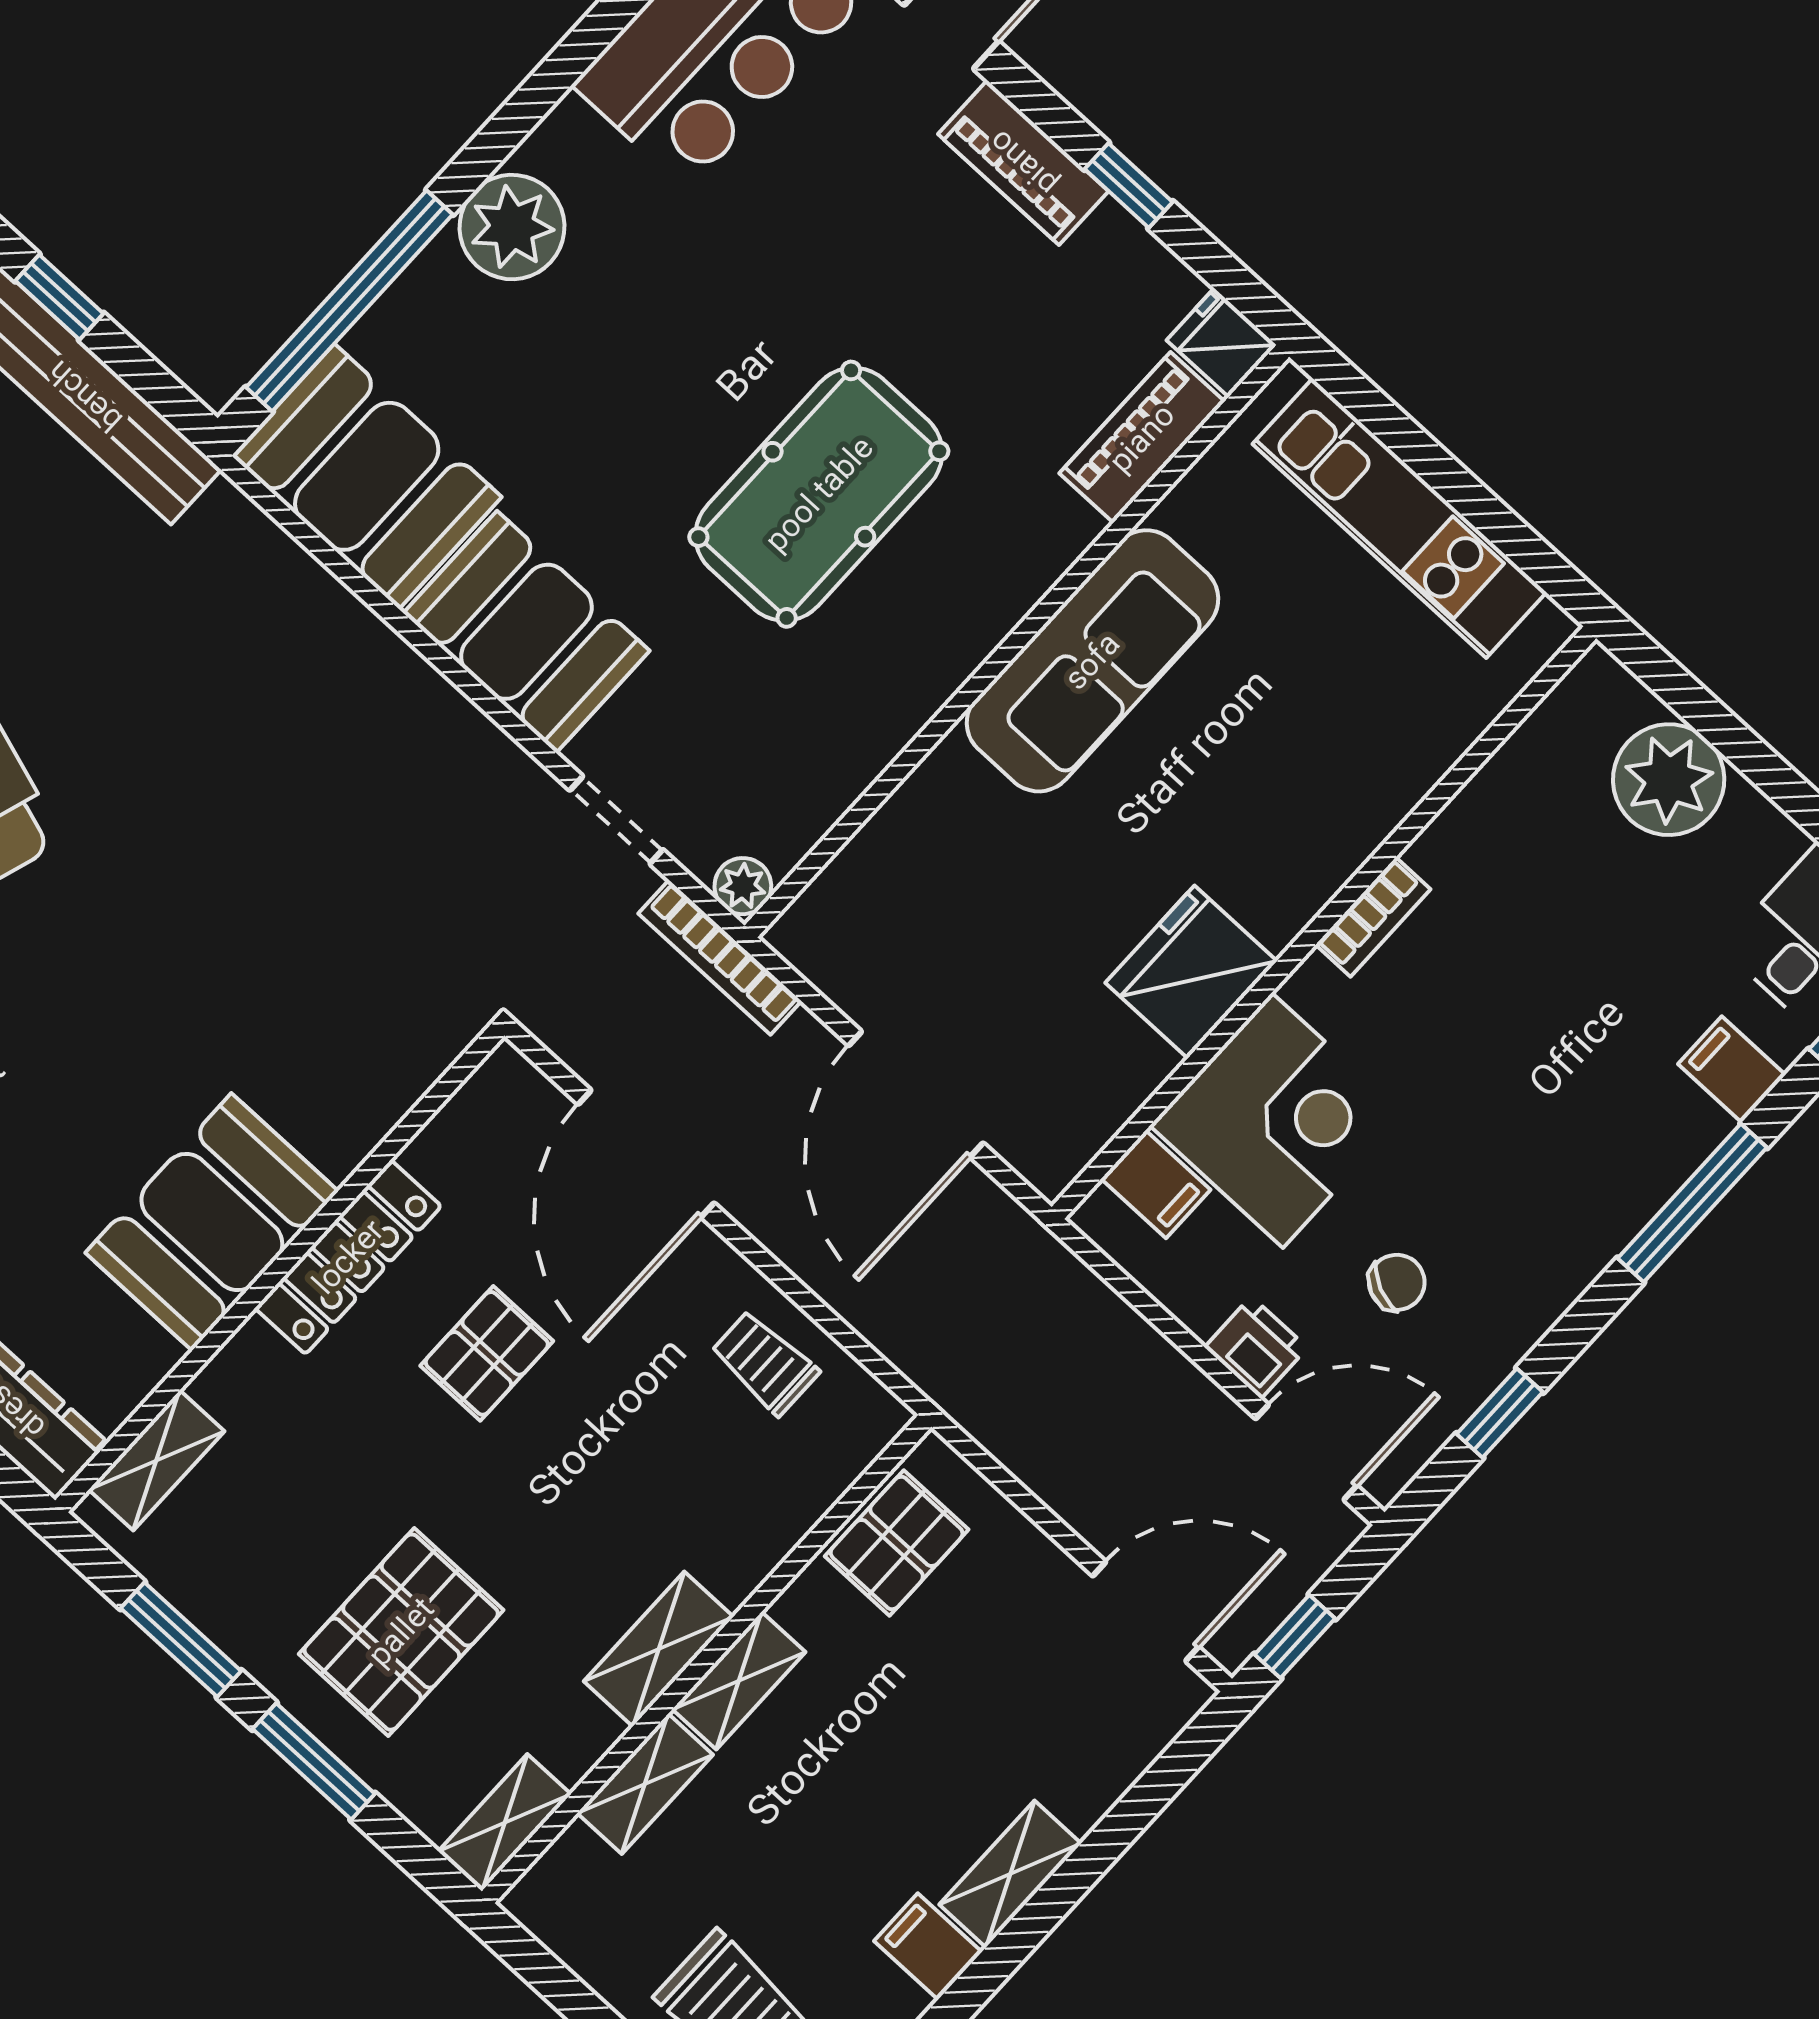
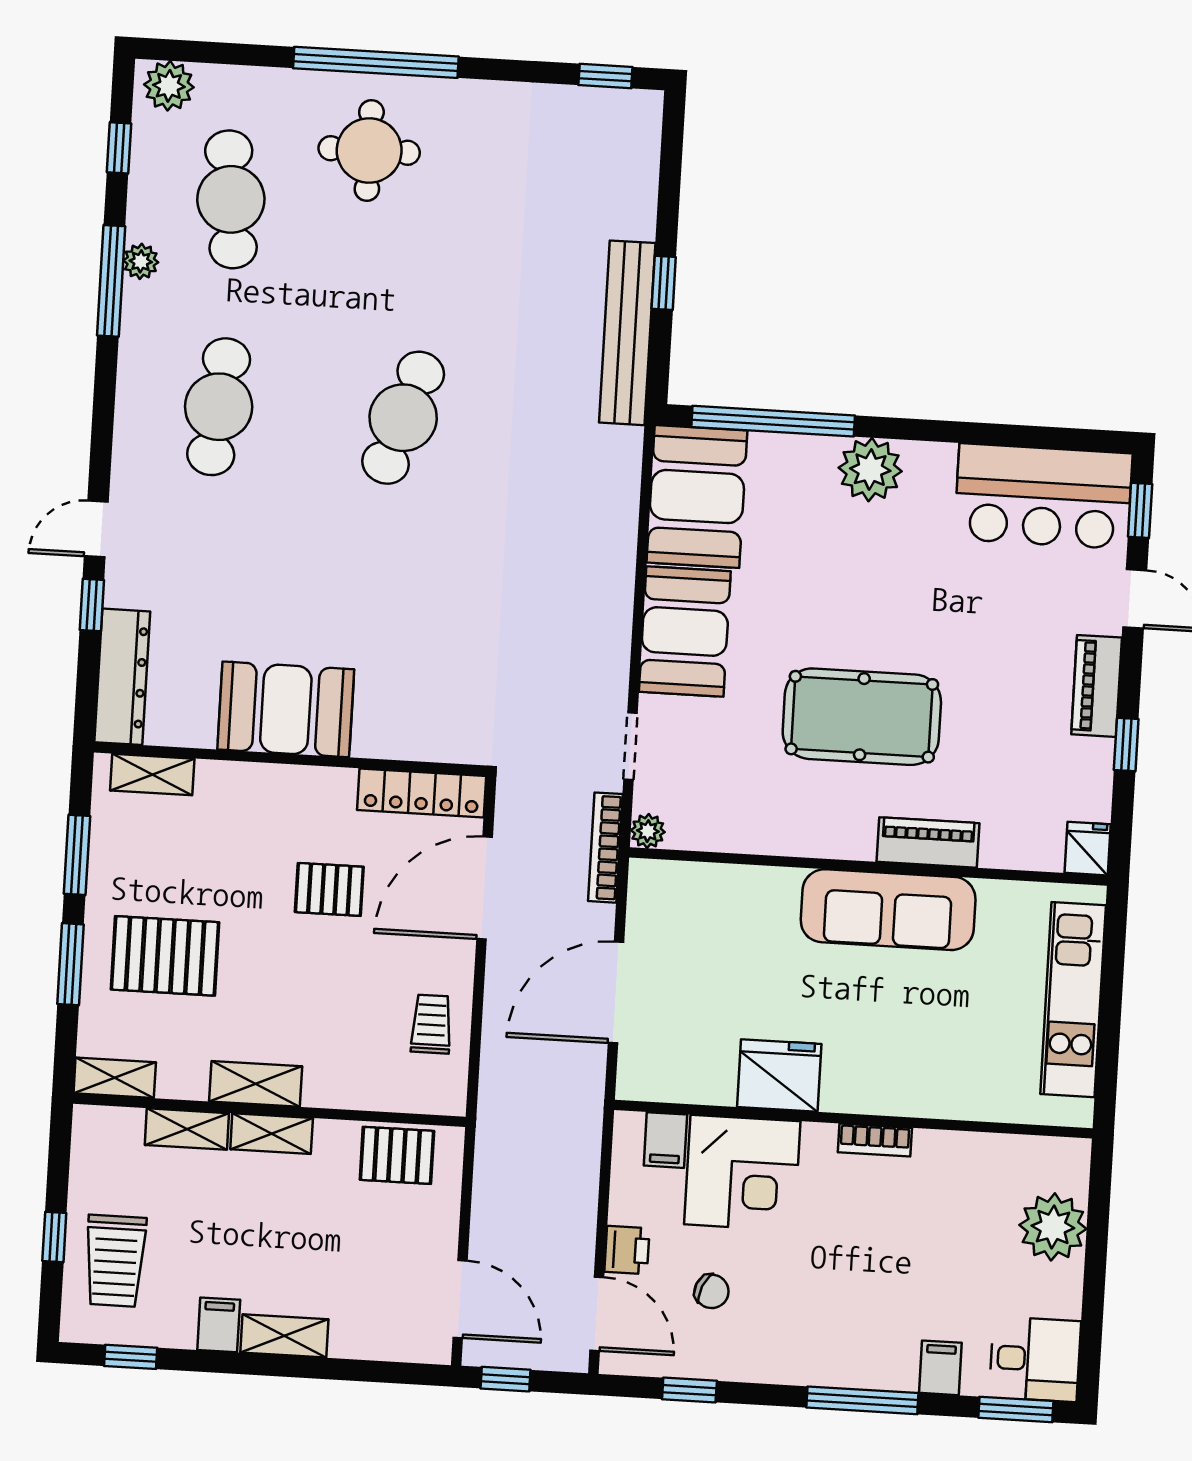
piano: (1142, 438) -> (928, 842), moved
locker: (348, 1257) -> (422, 793), moved

